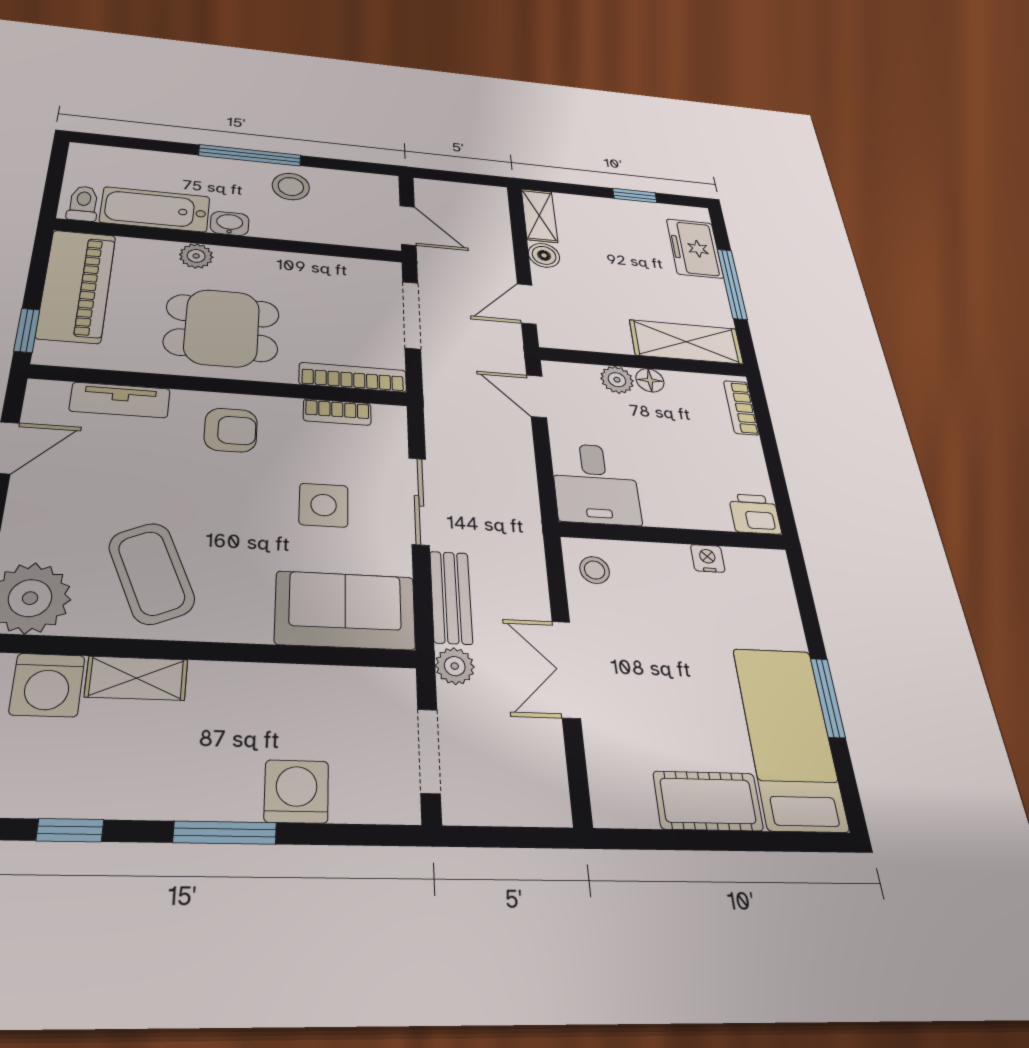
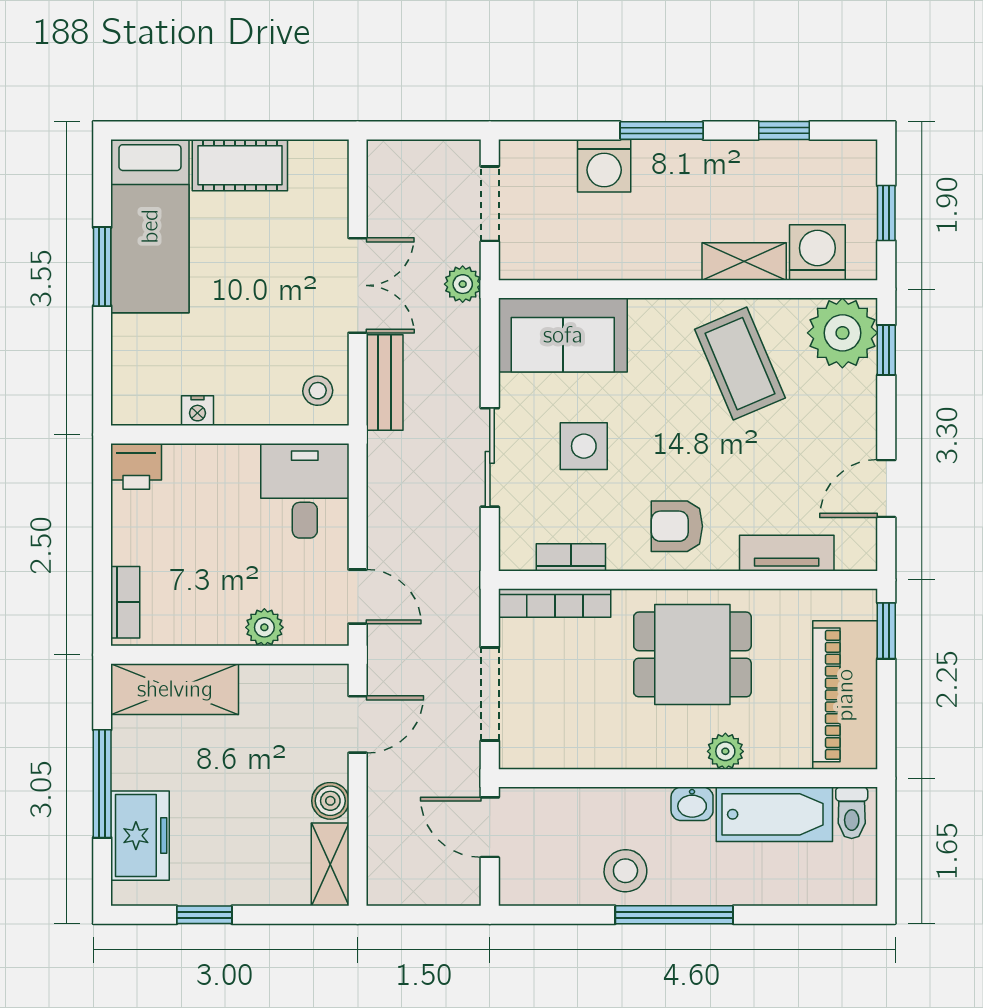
floor lamp: (650, 380) -> (226, 630), removed
bench: (451, 597) -> (385, 383), moved

